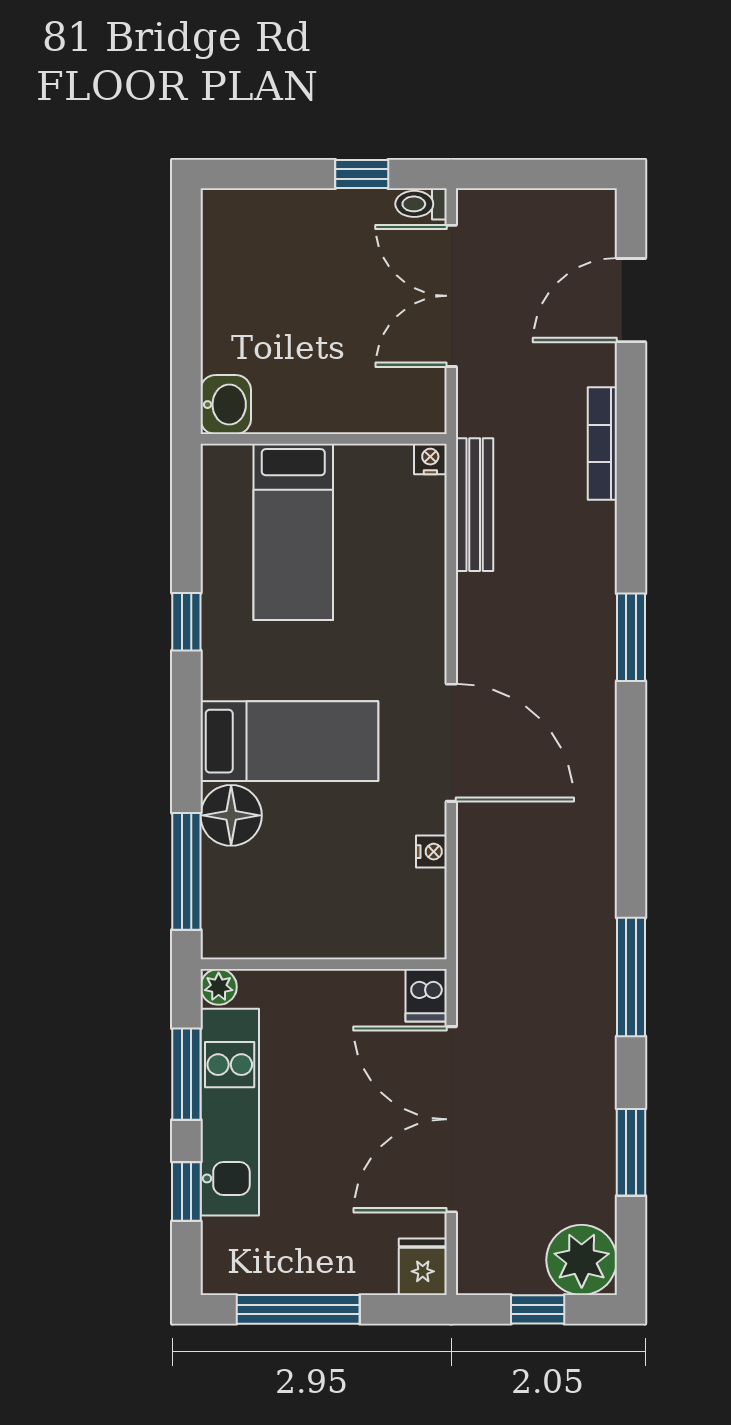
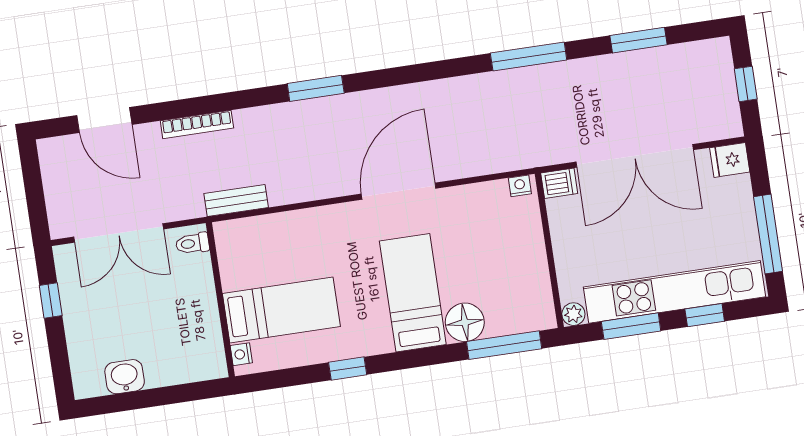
toilet: (421, 204) -> (192, 243), moved, turned 90
washbasin: (226, 405) -> (125, 377), moved
nightstand: (430, 459) -> (241, 354), moved
bench: (475, 505) -> (236, 200), width x0.73
nightstand: (431, 852) -> (520, 186), moved
kitchen unit: (230, 1112) -> (675, 292), width x1.36
plant: (582, 1260) -> (711, 61), removed

